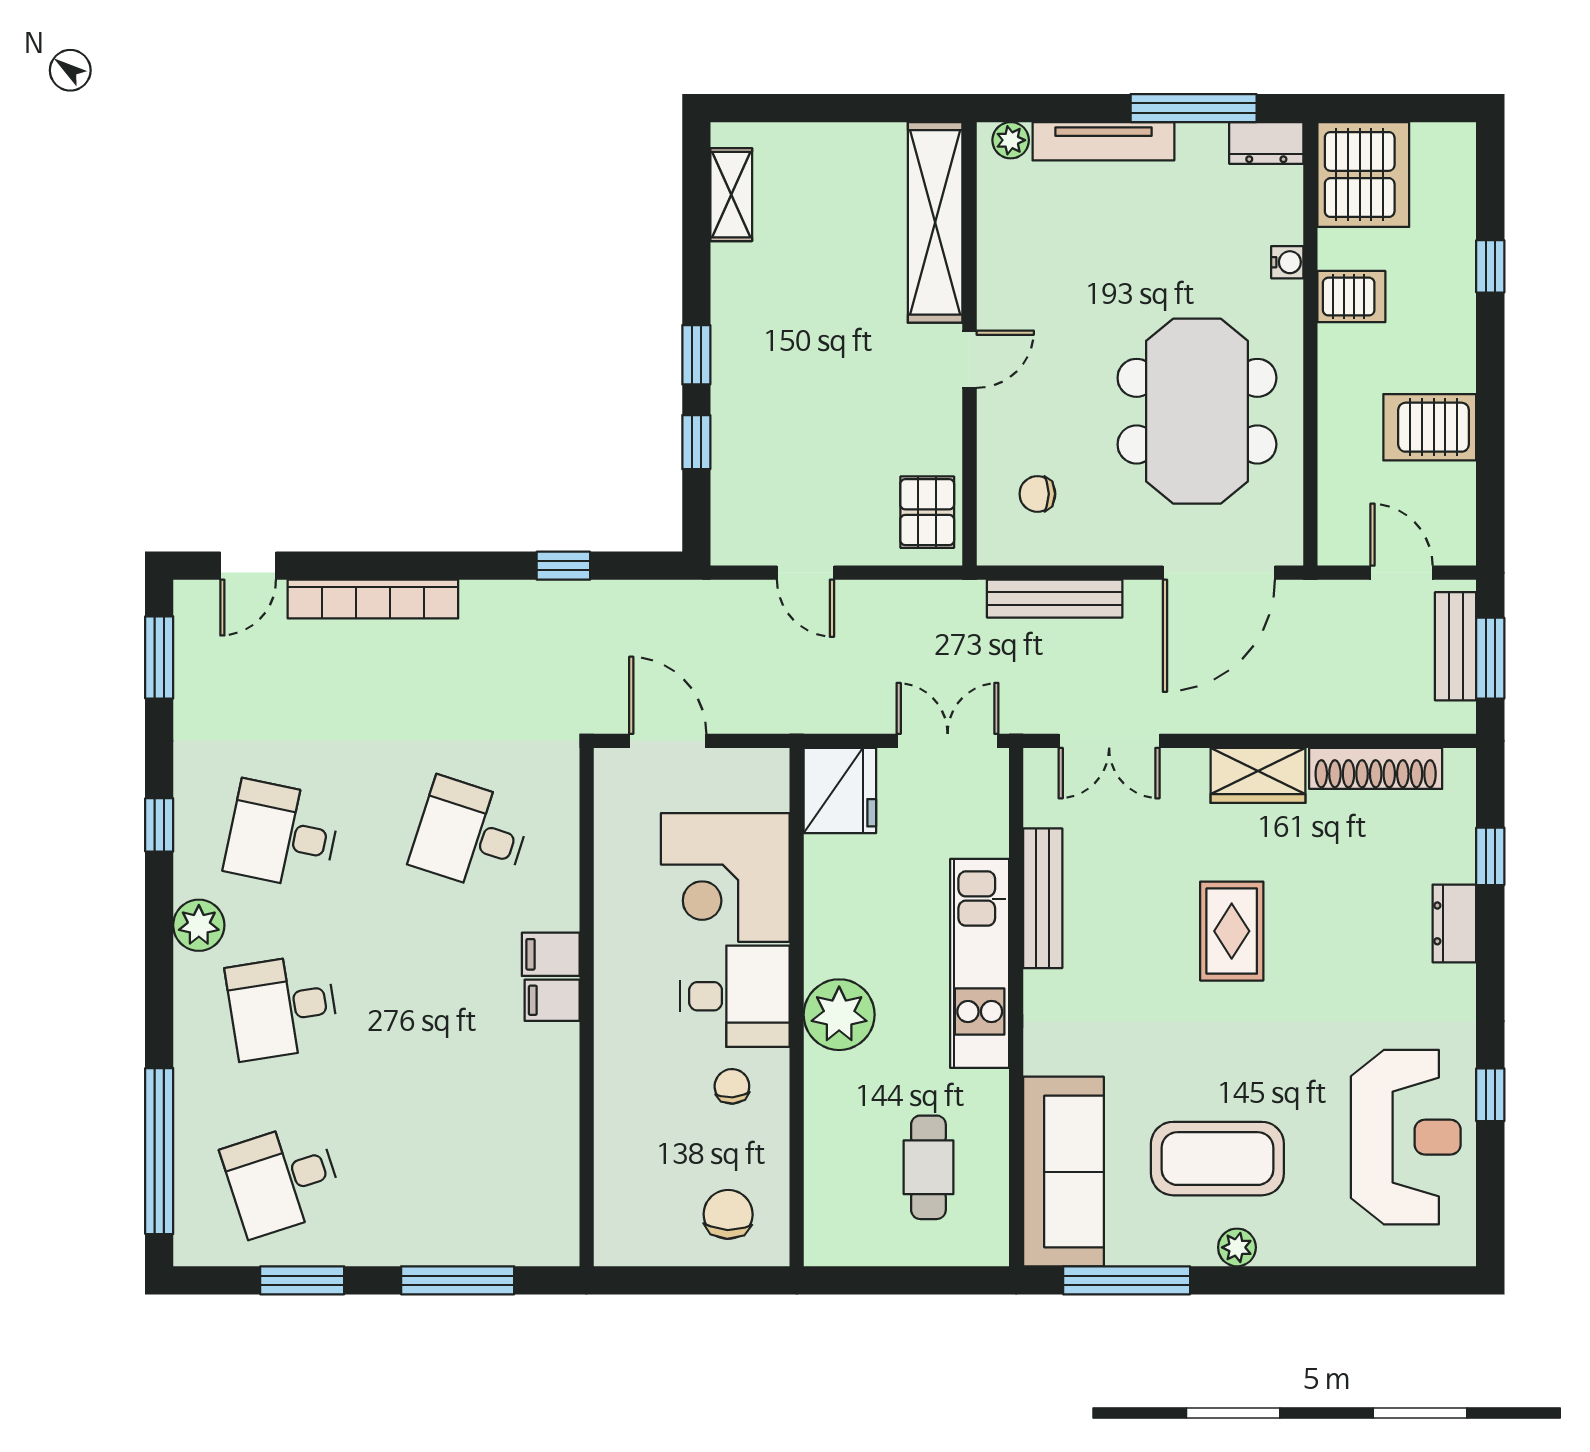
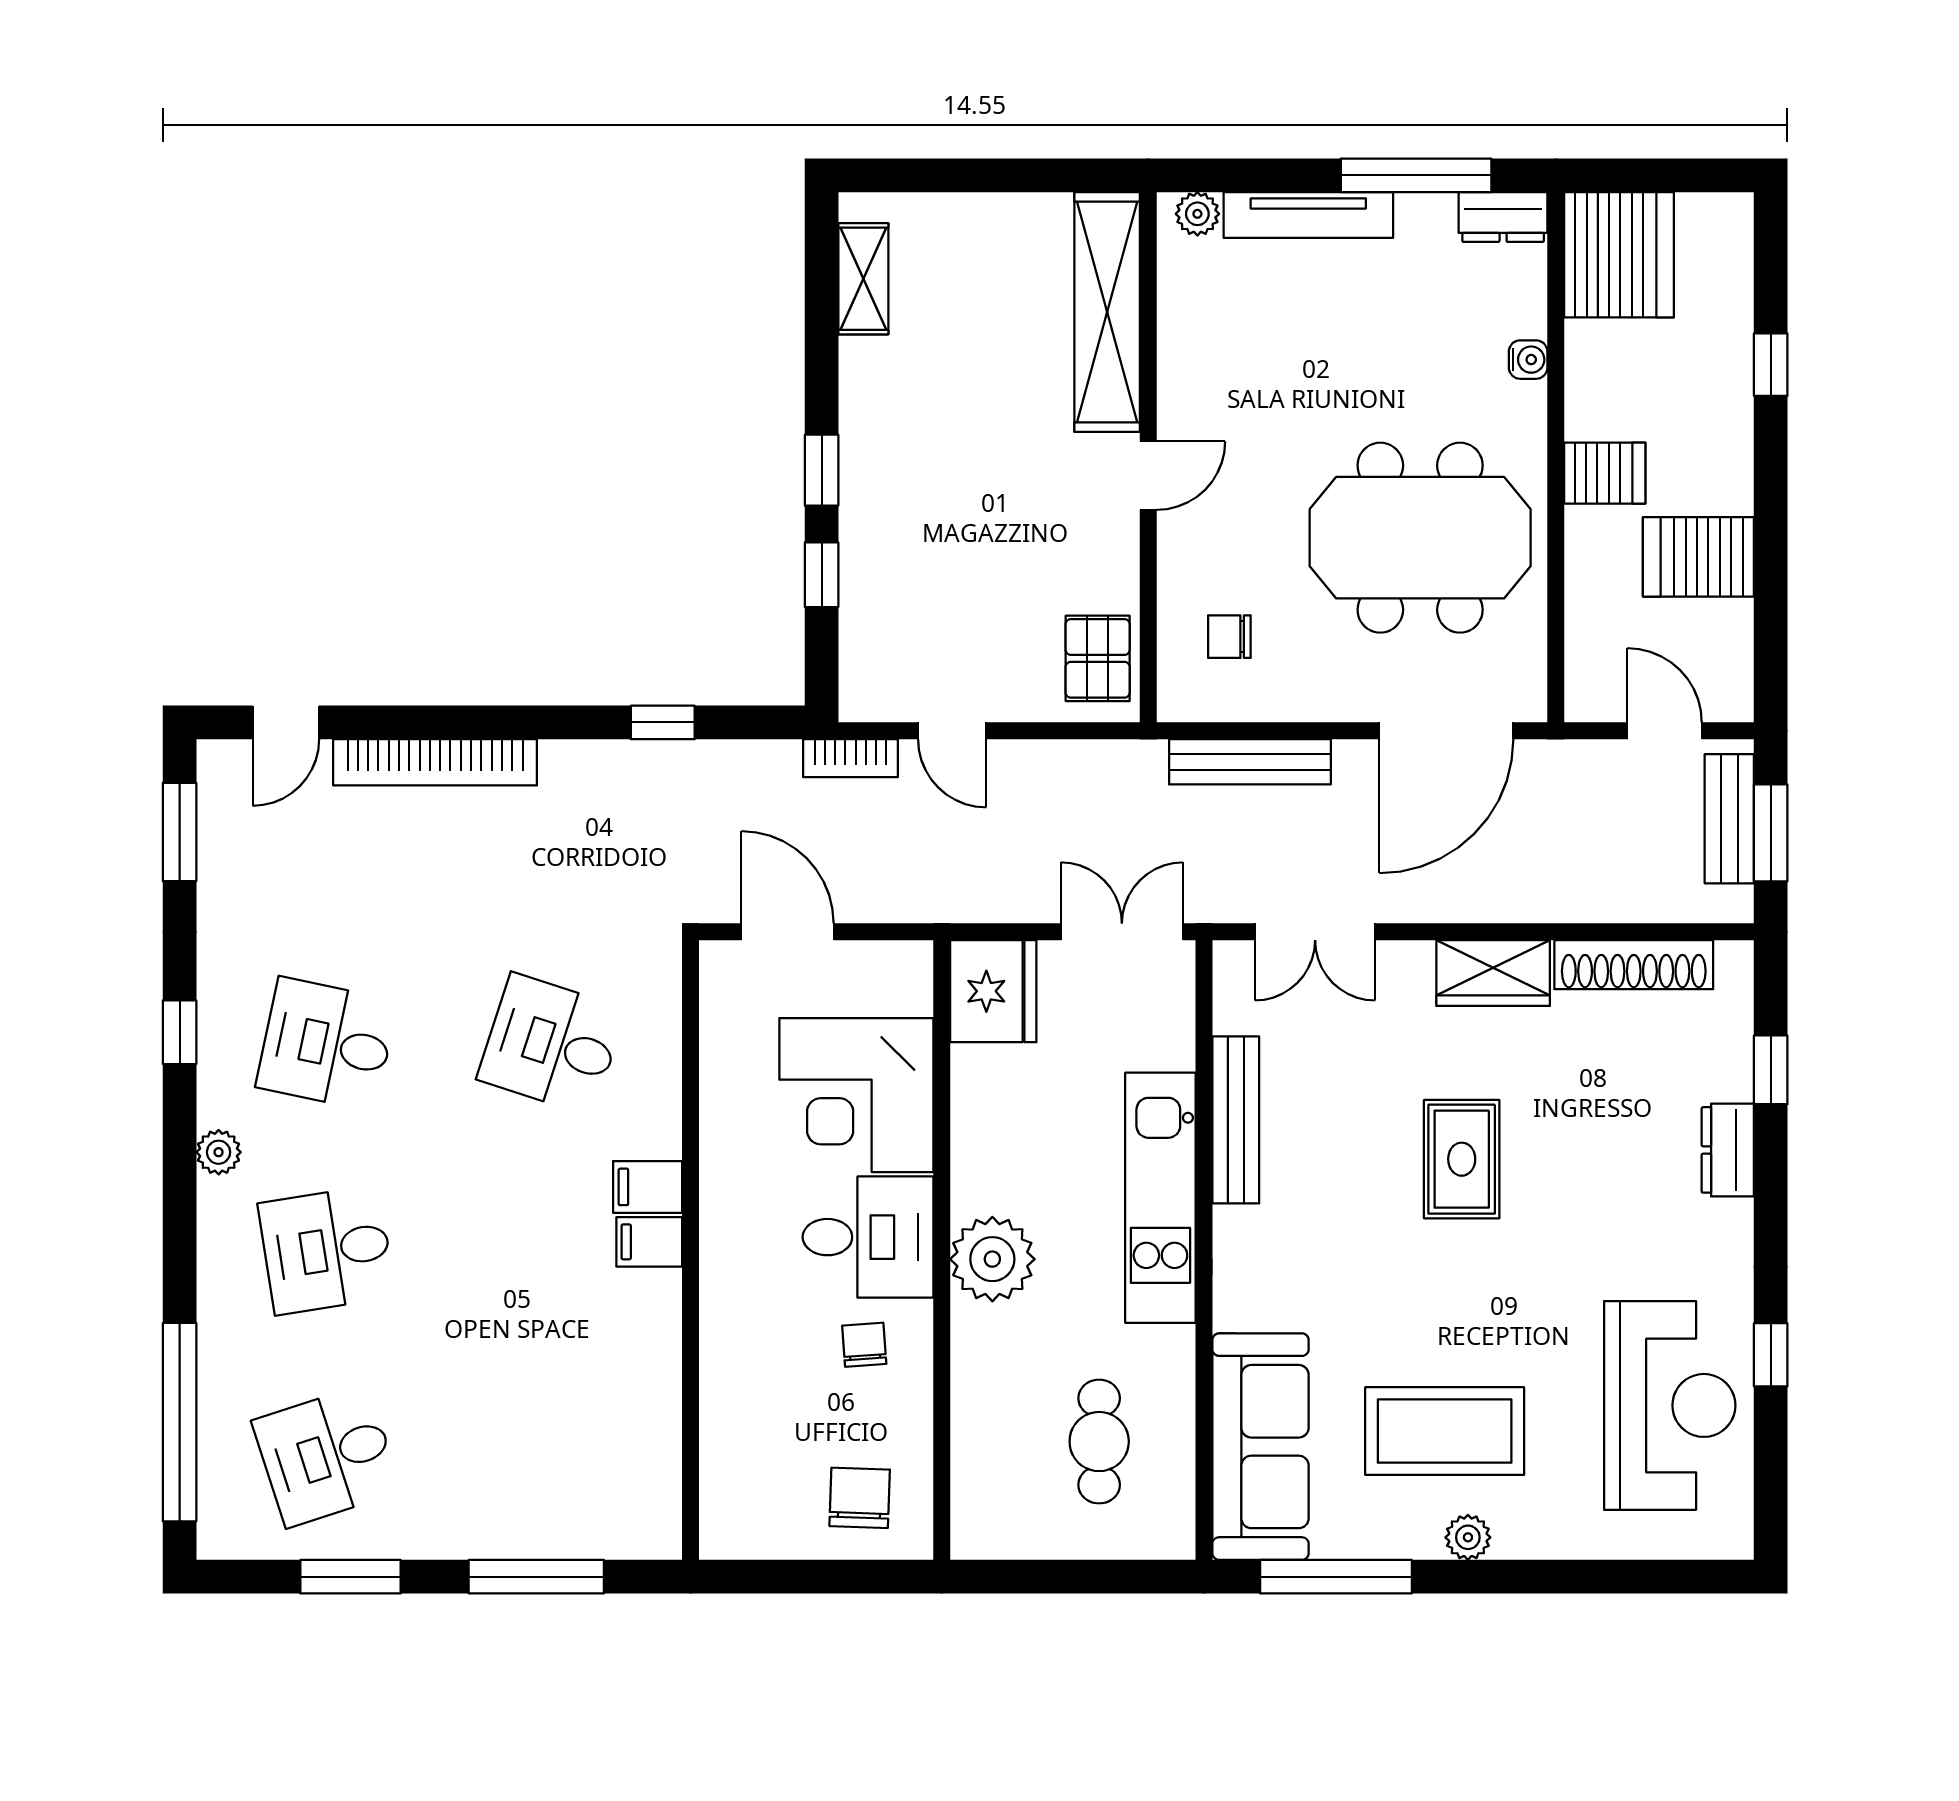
server rack: (1351, 297) -> (1605, 473), moved
meeting table: (1197, 411) -> (1420, 538), turned 90
bookcase: (720, 596) -> (850, 758), added
plant: (199, 925) -> (219, 1152), width x0.73, depth x0.73

